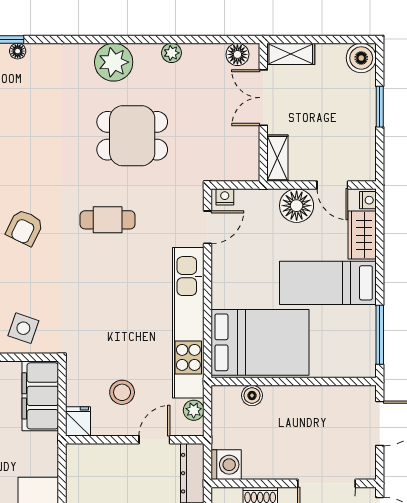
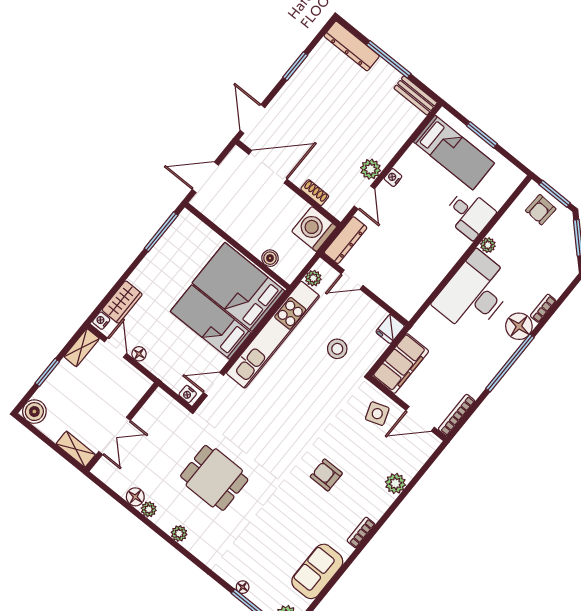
floor lamp: (237, 54) -> (135, 497), moved
plant: (114, 62) -> (179, 533), width x0.53, depth x0.53
shelving: (277, 158) -> (82, 348), moved
floor lamp: (297, 206) -> (139, 354), width x0.53, depth x0.53
cafe table: (108, 220) -> (271, 438), removed
armchair: (25, 228) -> (326, 475), turned -116
bed: (328, 283) -> (211, 322), moved, turned 180
side table: (23, 328) -> (377, 414), turned -38
stool: (122, 392) -> (337, 349), moved
washing machine: (226, 465) -> (314, 229), width x1.37, depth x1.37

